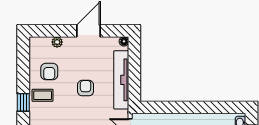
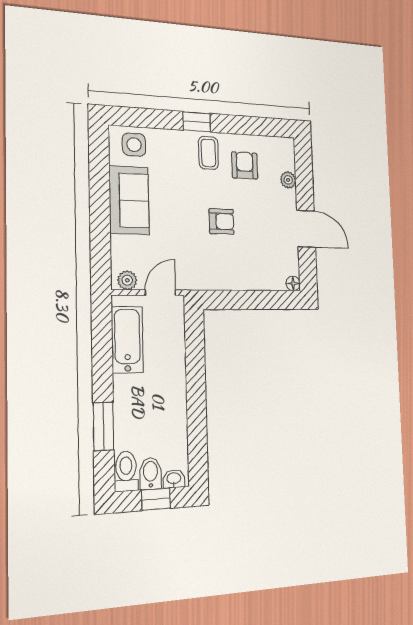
armchair: (49, 71) -> (245, 165), turned 90
tv unit: (121, 80) -> (236, 279), removed

